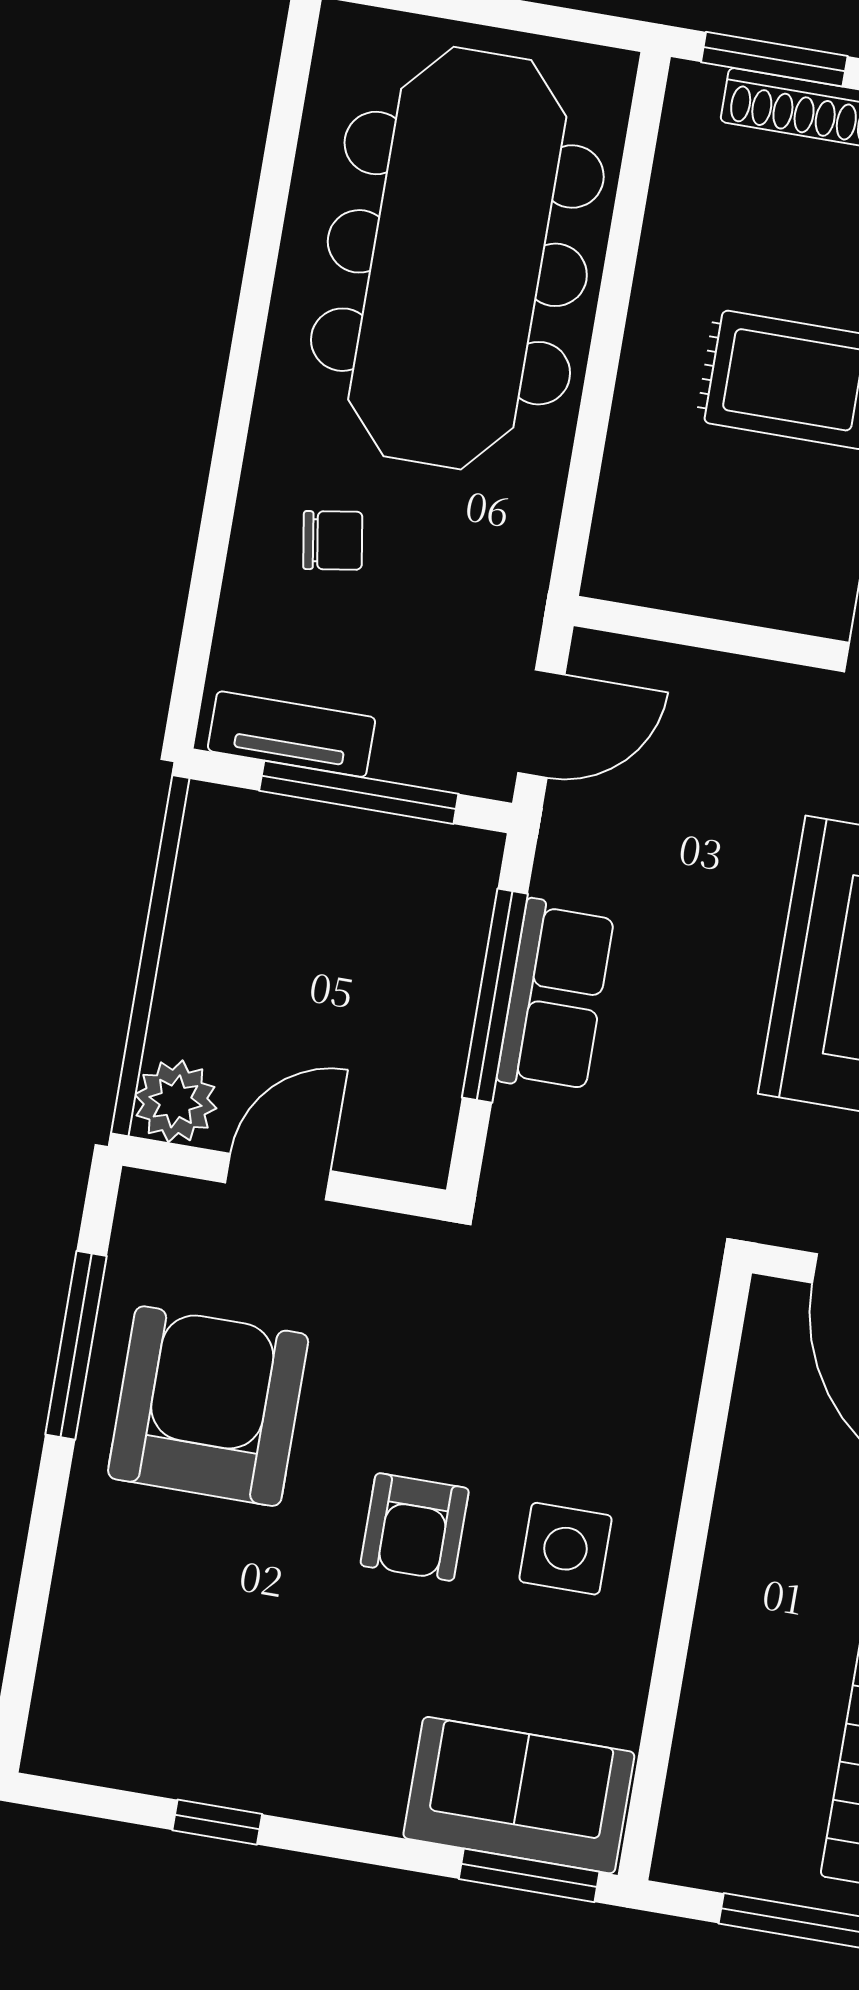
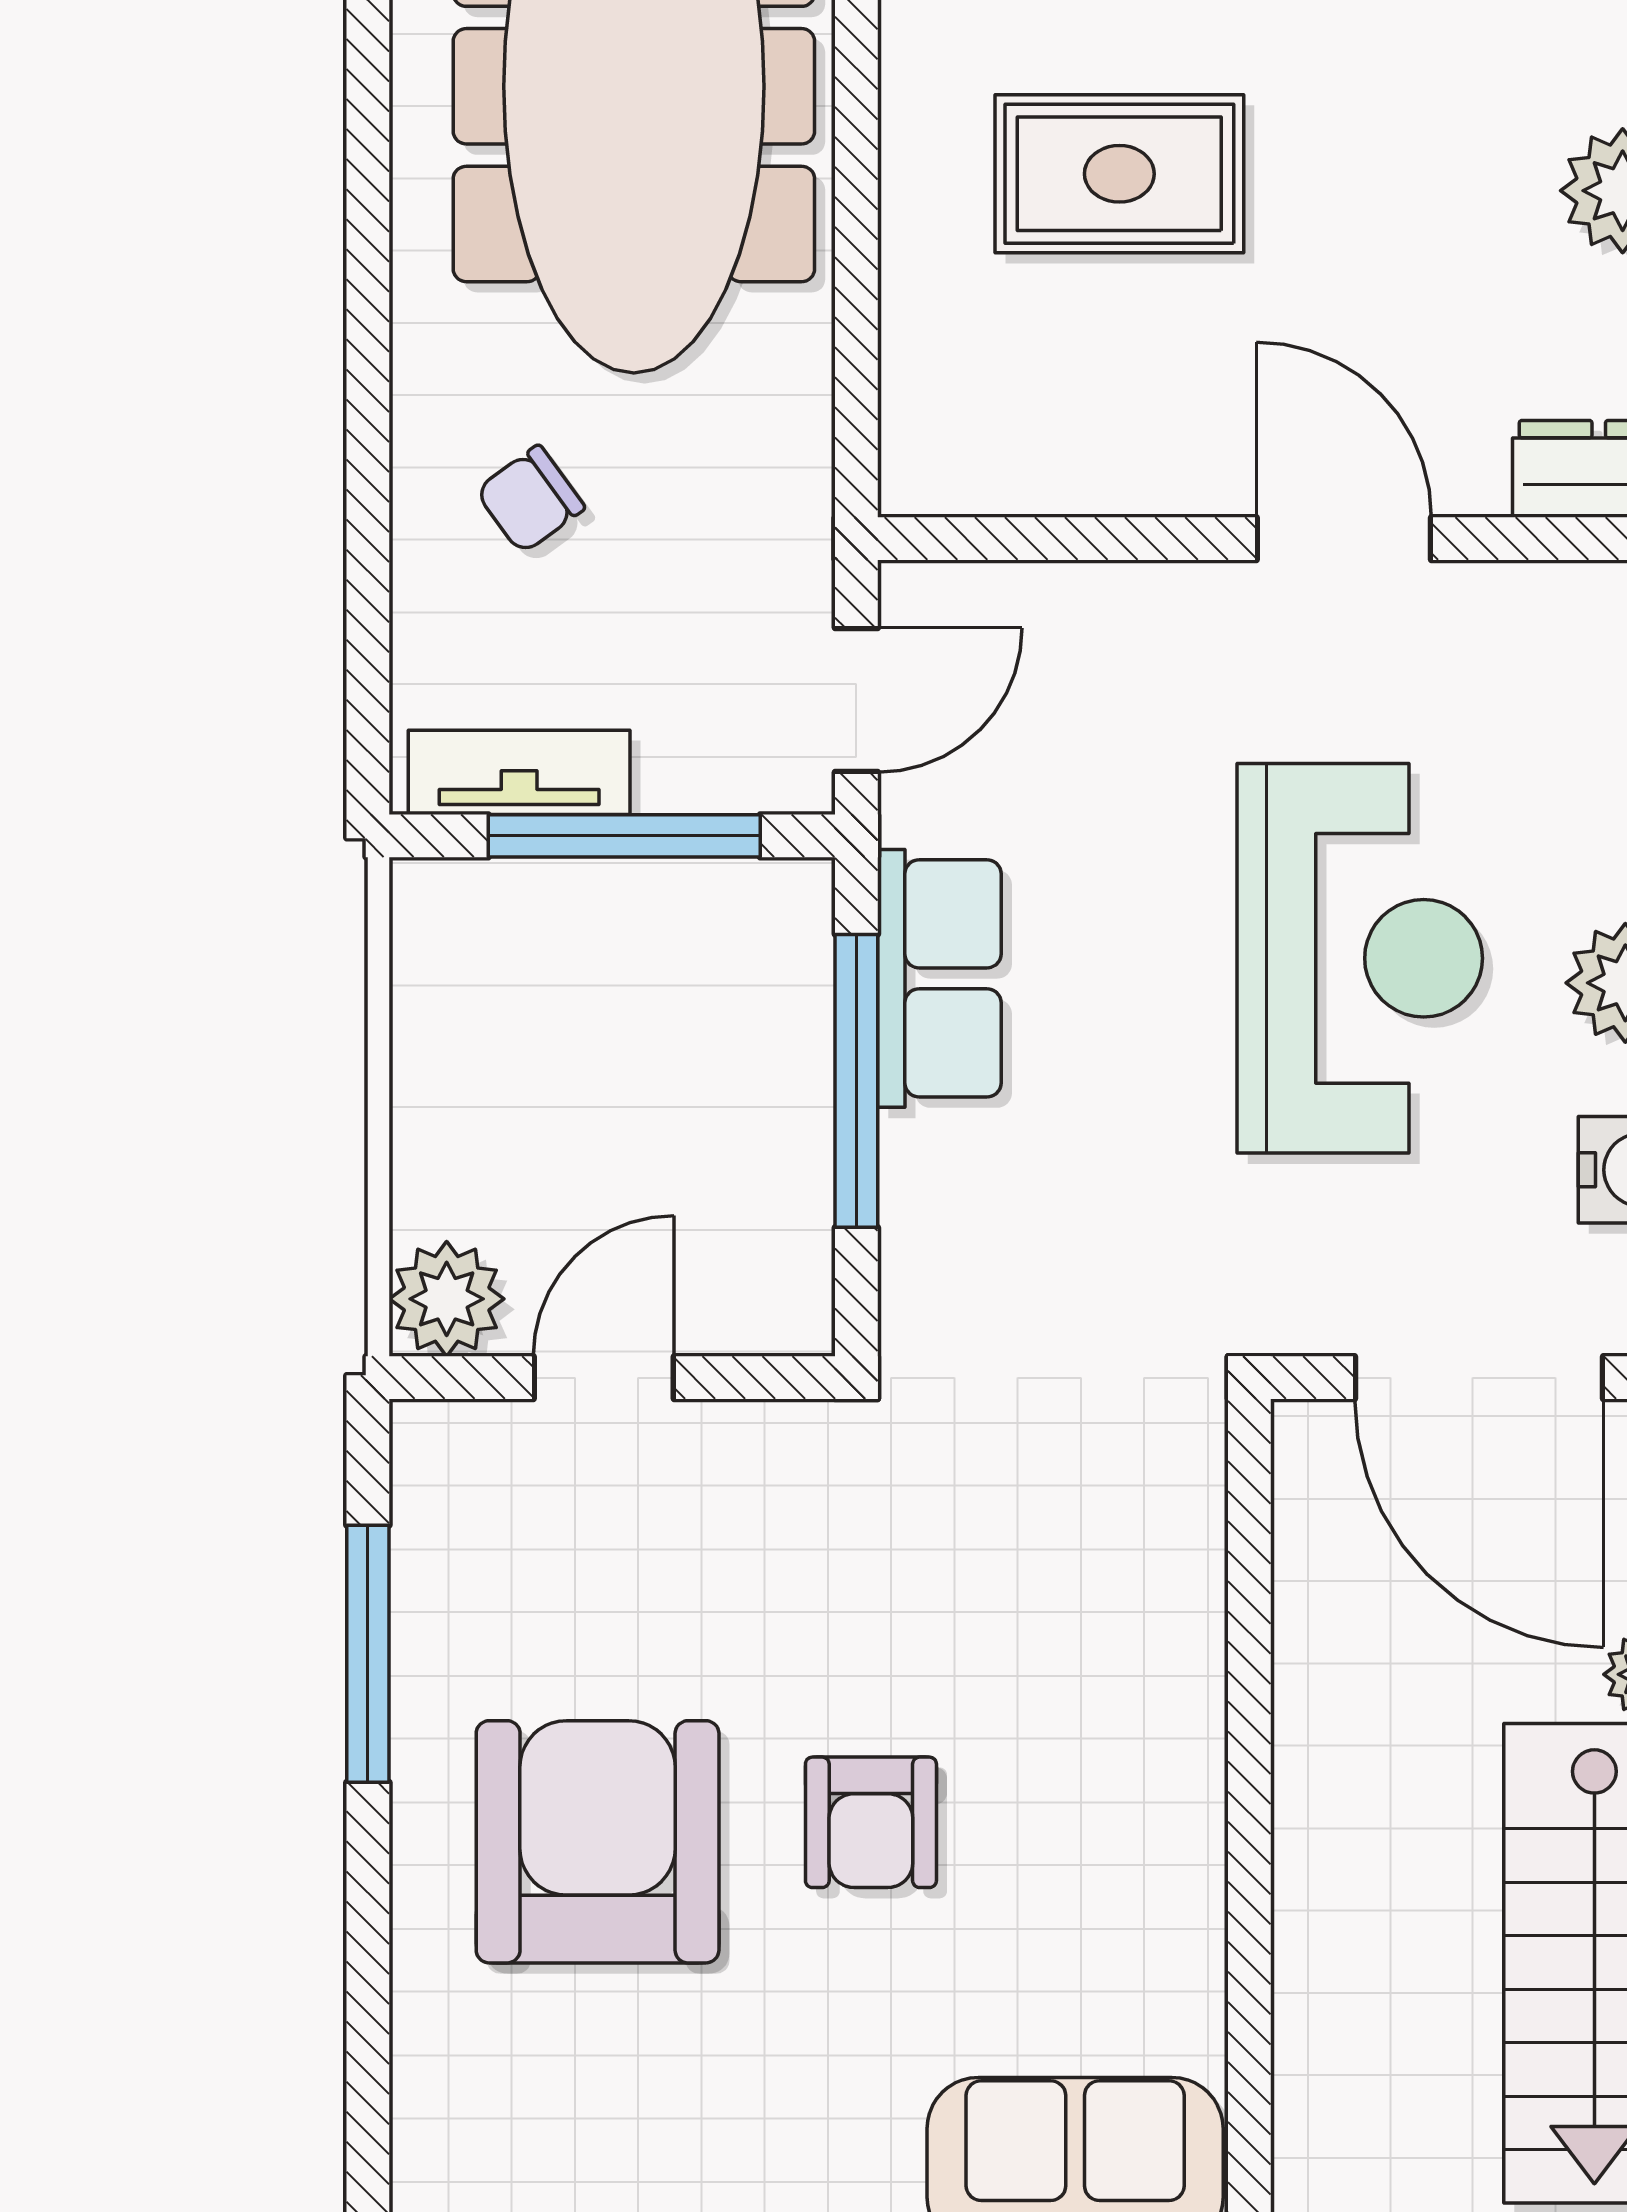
chair: (333, 540) -> (530, 499), turned 153
row of seats: (556, 997) -> (939, 978), moved
armchair: (208, 1406) -> (598, 1842), moved
side table: (565, 1549) -> (1081, 1817), removed

